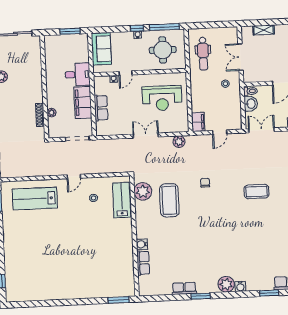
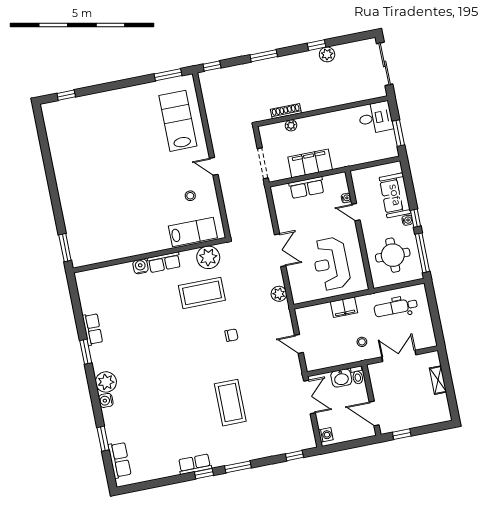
sofa: (101, 49) -> (395, 195), moved, turned 90
desk: (78, 74) -> (376, 118), moved, turned -90
filing cabinet: (198, 122) -> (344, 307), moved
coffee table: (256, 192) -> (230, 403), width x1.36, depth x1.32
row of seats: (143, 263) -> (164, 262), moved

